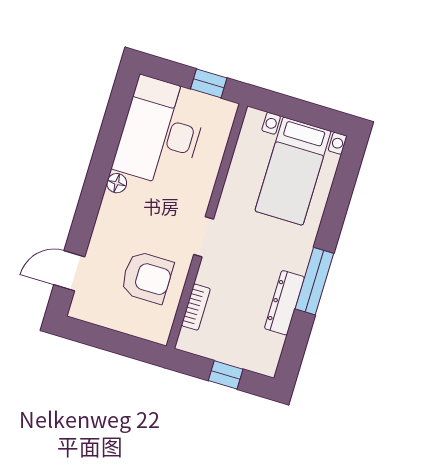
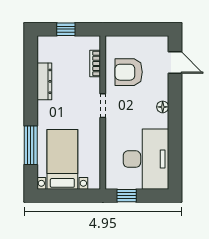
floor lamp: (117, 183) -> (163, 107), moved
door: (69, 271) -> (175, 62), hinge flipped
window: (314, 281) -> (31, 145), moved

